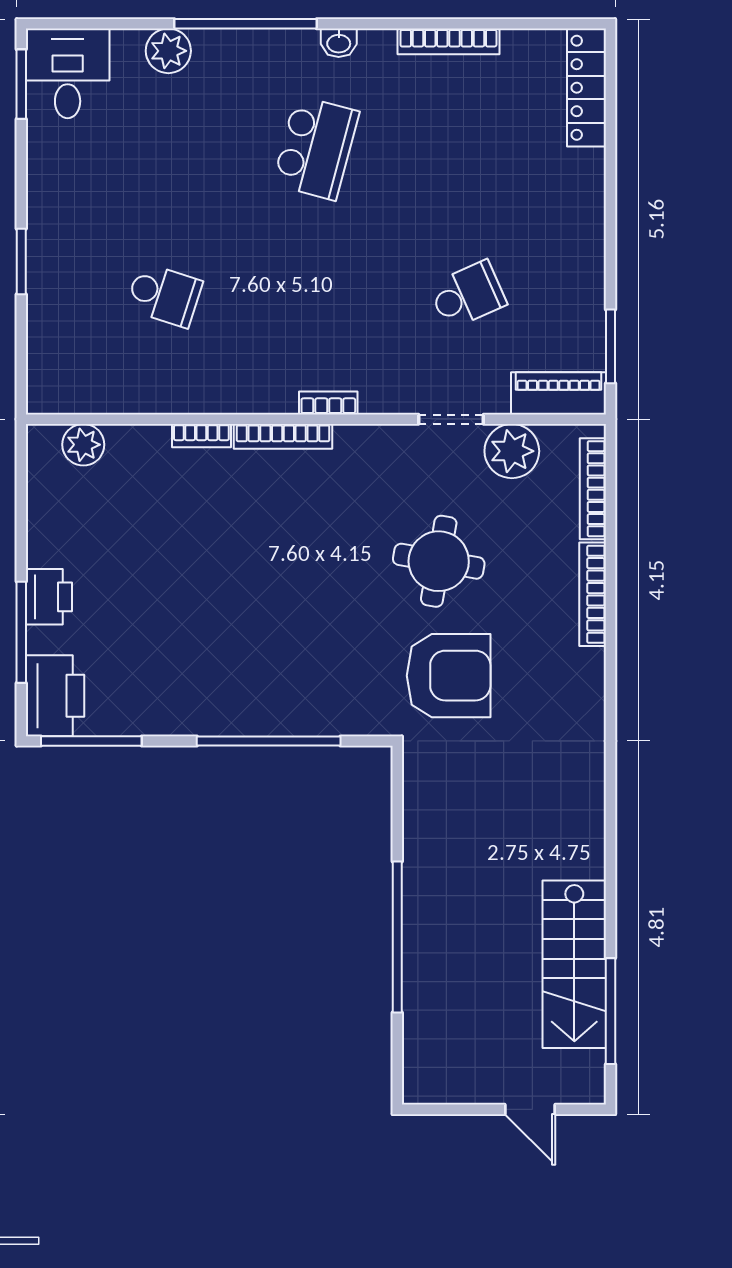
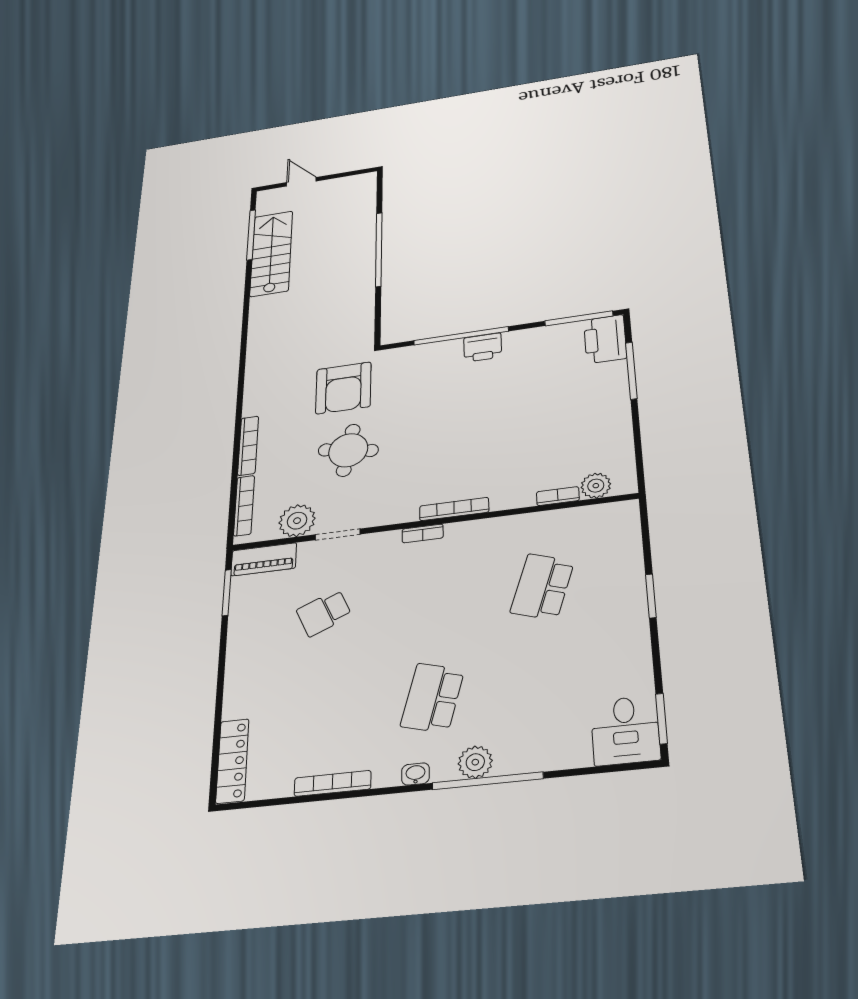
plant: (168, 51) -> (475, 762), moved
school desk: (164, 295) -> (542, 587), width x1.85
bookcase: (201, 436) -> (558, 496), moved
printer: (49, 597) -> (483, 347), moved, turned -90
armchair: (449, 676) -> (343, 388), turned -90

